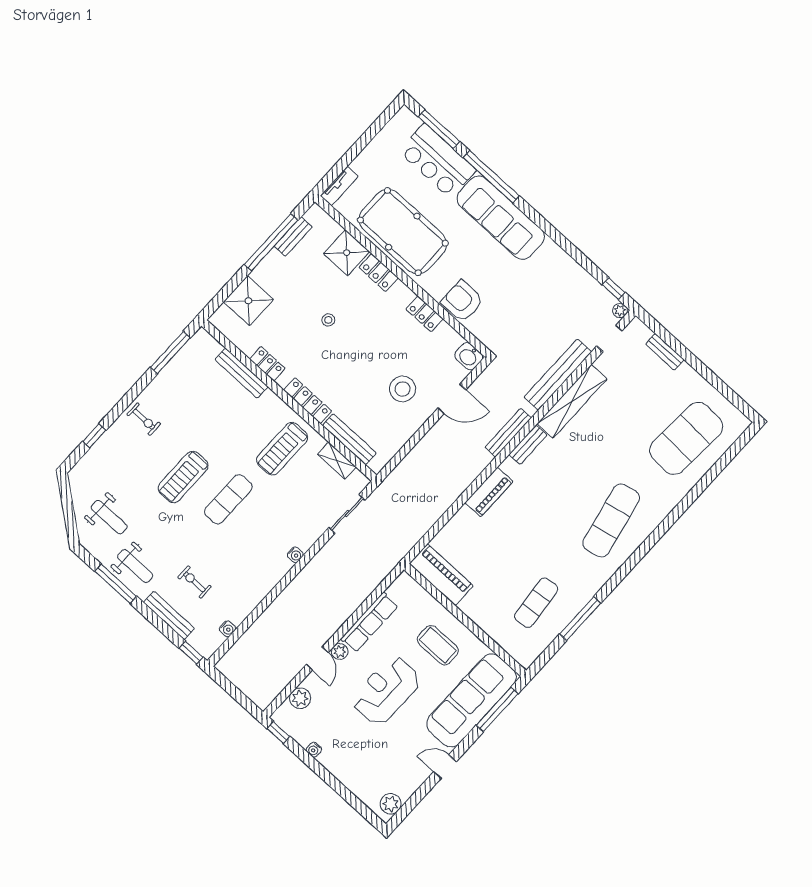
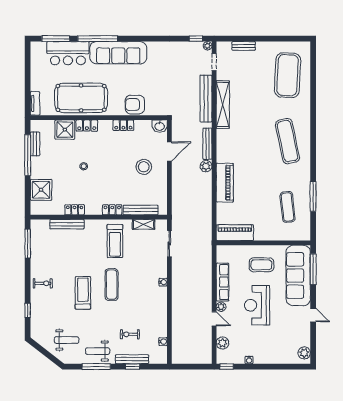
locker: (308, 401) -> (112, 210), width x0.66
bench: (528, 445) -> (221, 141), removed
plant: (481, 459) -> (206, 166), added
treadmill: (183, 477) -> (83, 293), turned 180
piano: (489, 492) -> (225, 183), width x1.37, depth x1.33
weight bench: (135, 566) -> (98, 351), turned 180
window: (191, 653) -> (133, 367), moved
door: (445, 767) -> (313, 315), swing flipped

